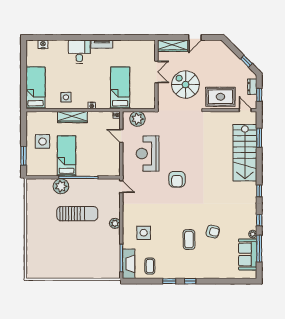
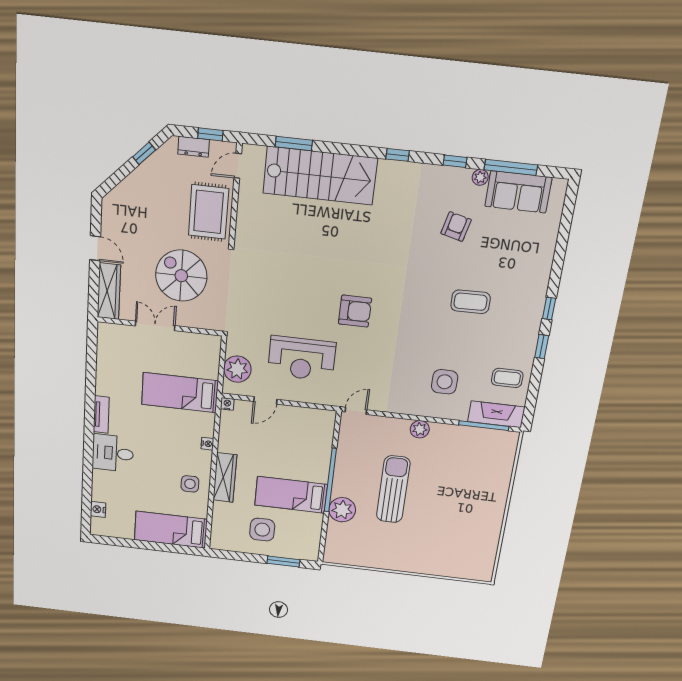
spiral stairs: (185, 85) -> (181, 276), turned 90
armchair: (213, 232) -> (456, 227), moved

